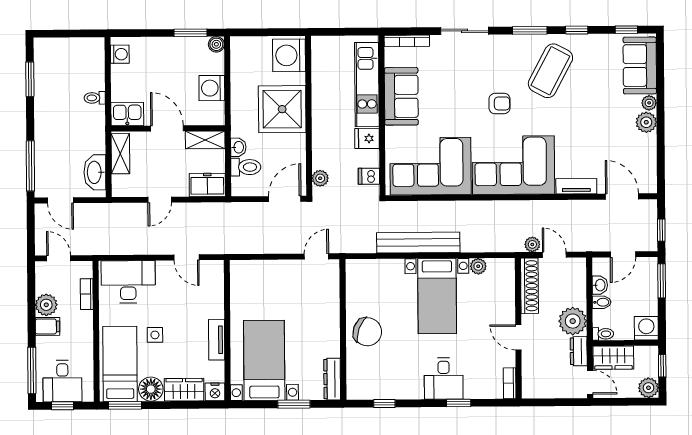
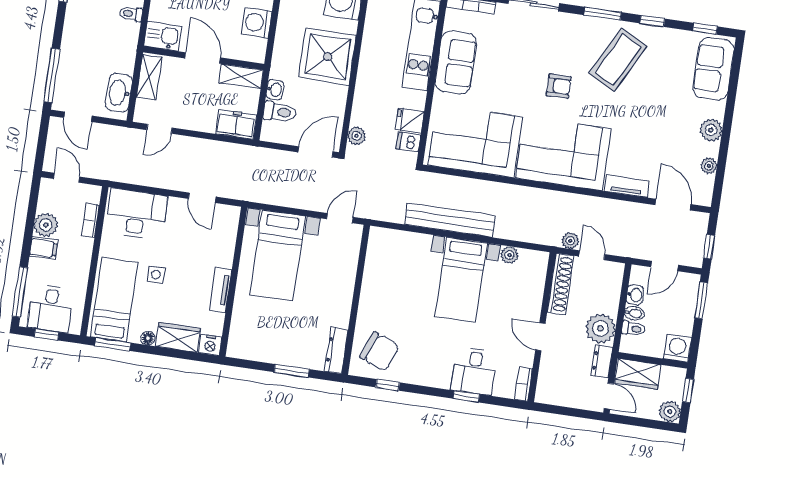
plant: (649, 103) -> (709, 166), moved
fridge: (367, 138) -> (410, 120), moved
door: (160, 200) -> (159, 129), moved
chair: (367, 332) -> (380, 352), moved
toilet: (603, 334) -> (633, 329), moved
bed with nightstands: (264, 360) -> (278, 255), moved, turned 180
desk: (444, 379) -> (474, 371), moved
floor lamp: (151, 389) -> (148, 338), width x0.53, depth x0.53

